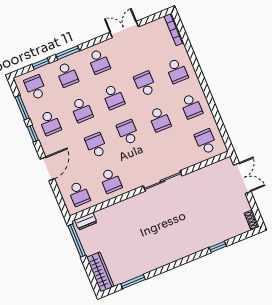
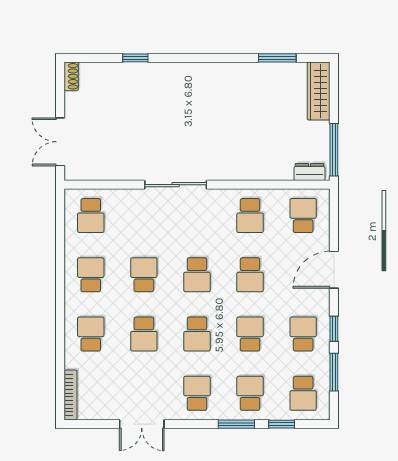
school desk: (113, 97) -> (197, 334), turned 180
school desk: (111, 181) -> (250, 216), turned 180

